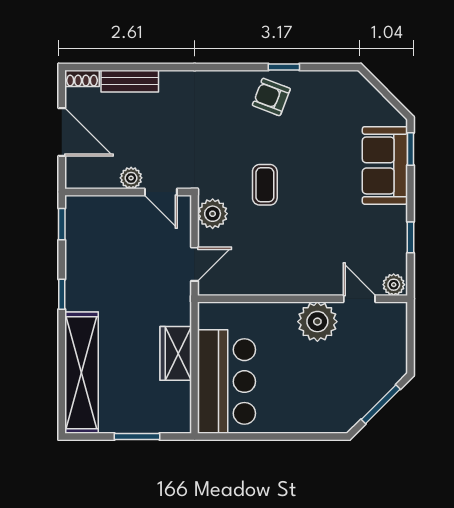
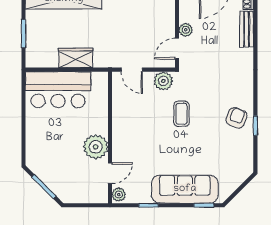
sofa: (385, 165) -> (185, 189), width x1.36
coffee table: (265, 185) -> (181, 114), turned 90

